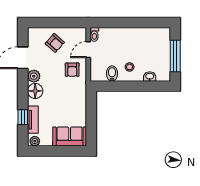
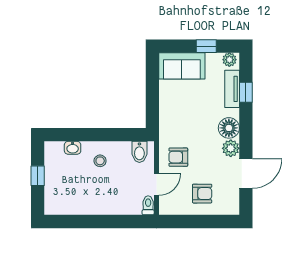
armchair: (55, 43) -> (202, 194), turned 139
window: (175, 56) -> (38, 176), width x0.46
armchair: (72, 70) -> (178, 157), turned -90
bidet: (112, 74) -> (139, 152), moved
window: (52, 151) -> (206, 46), added

